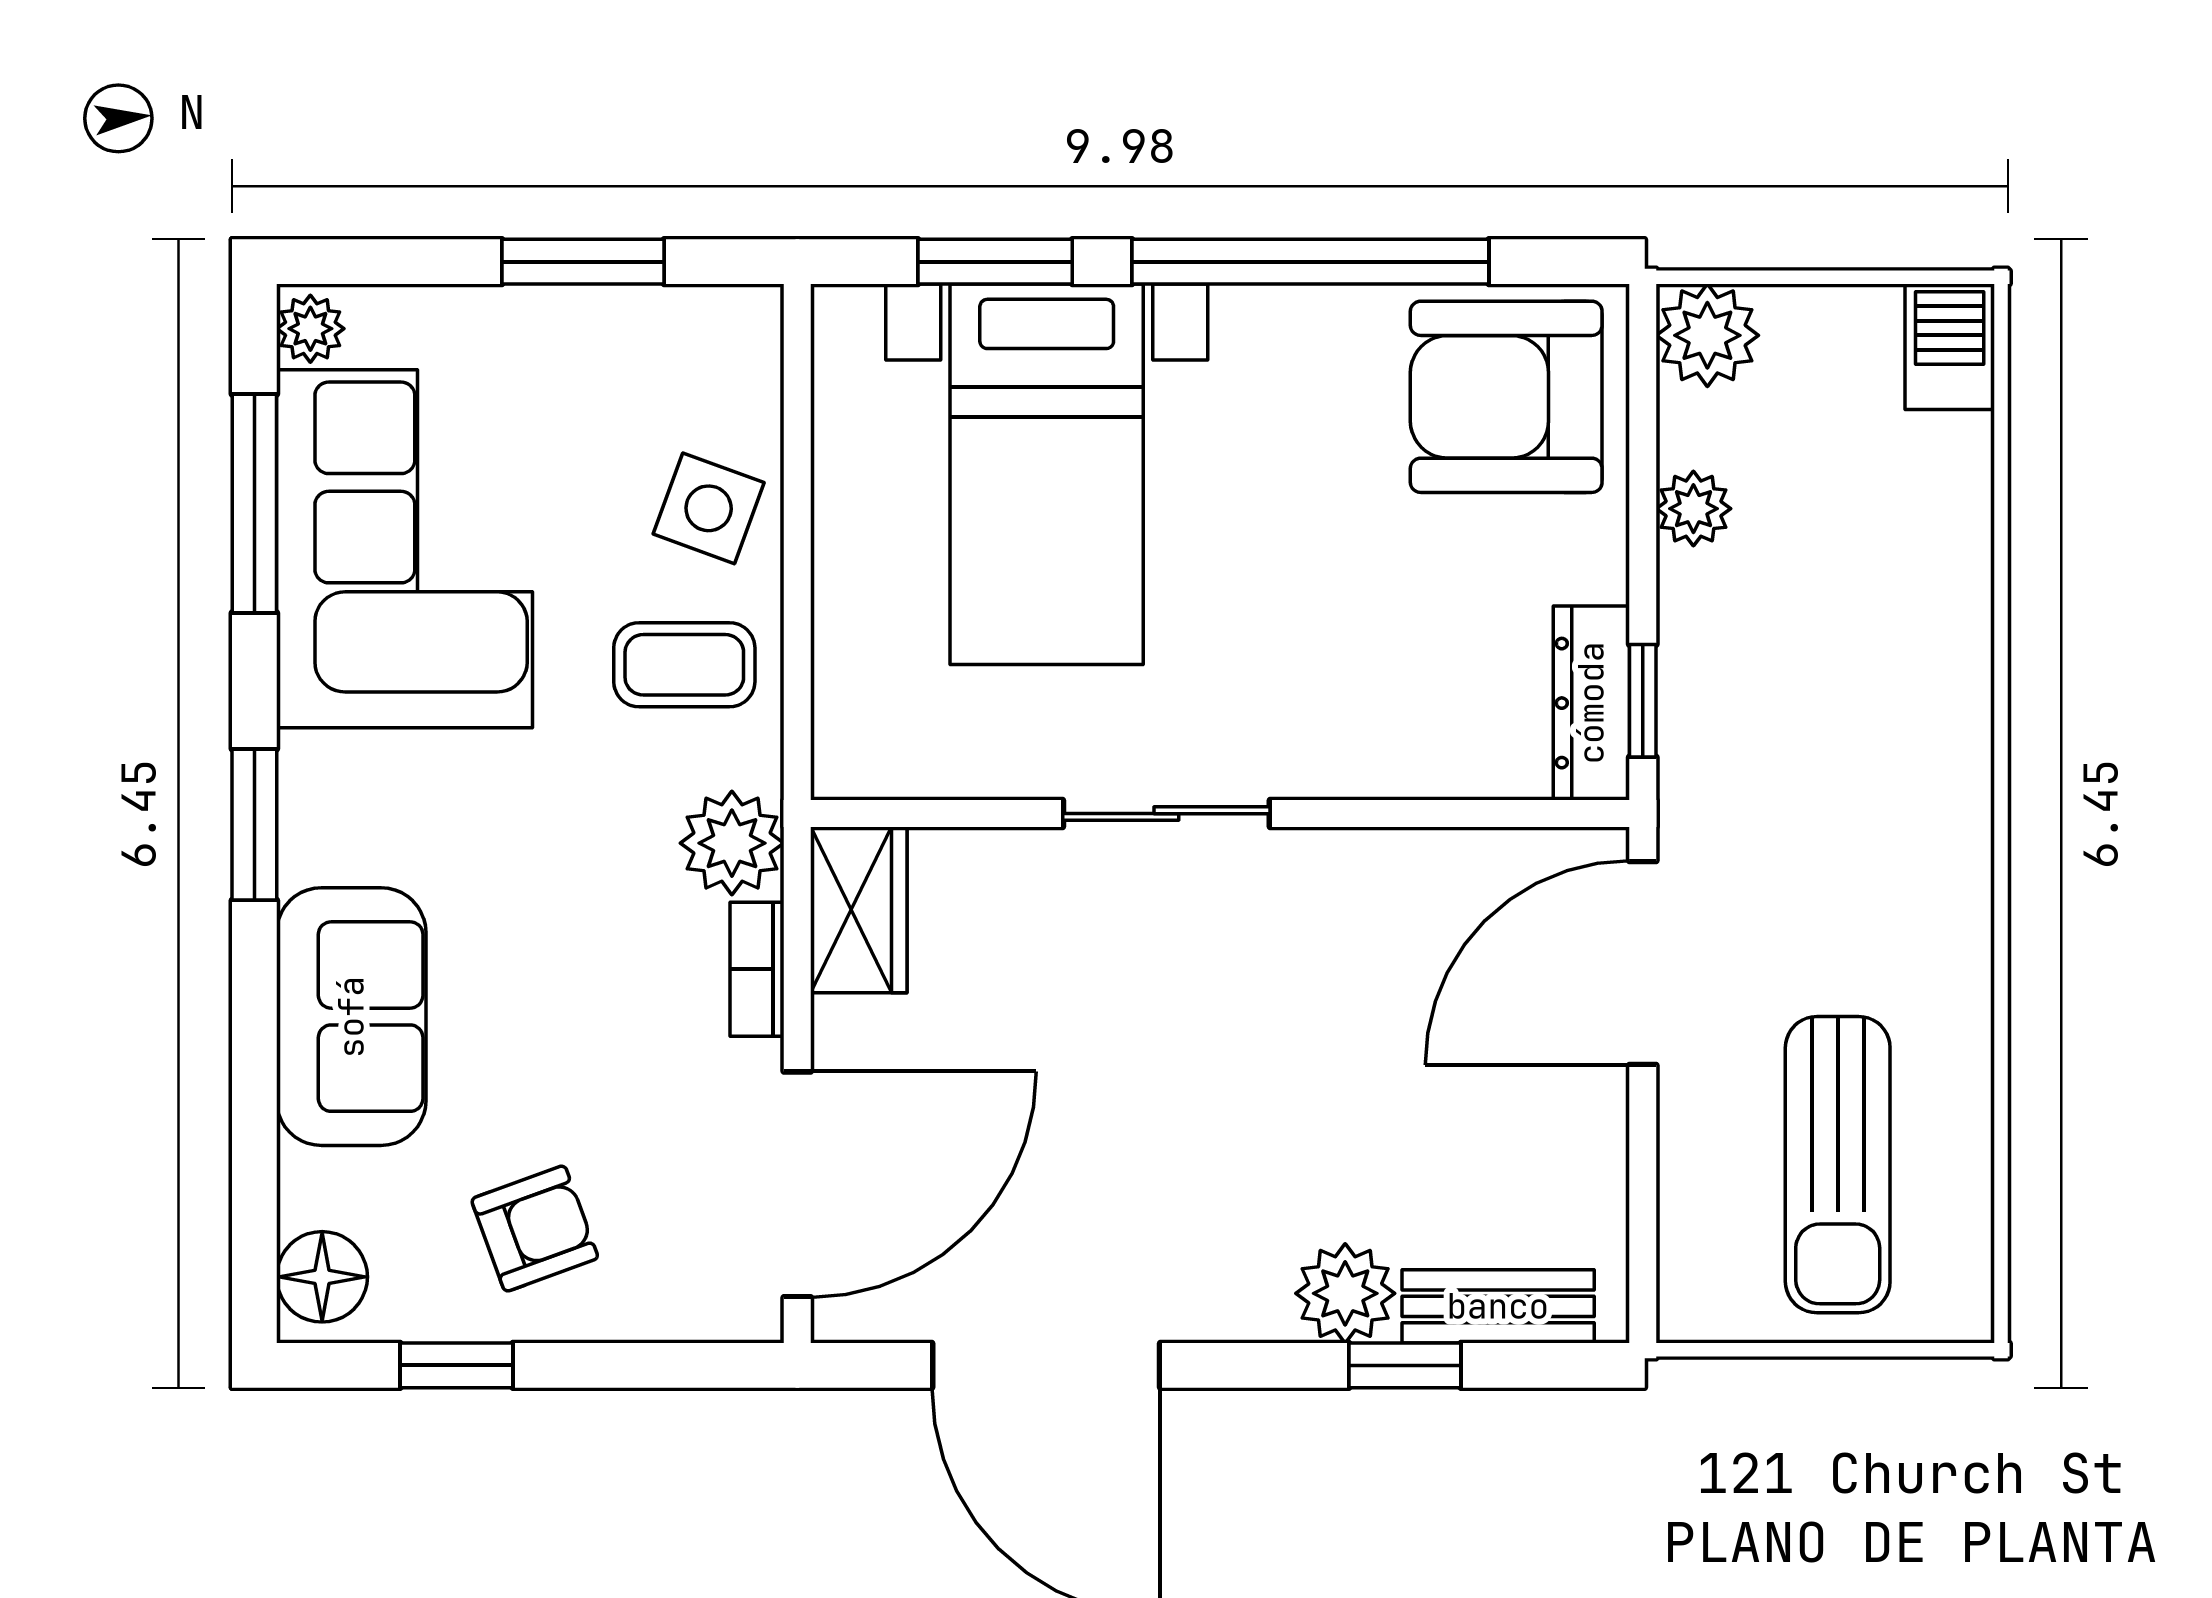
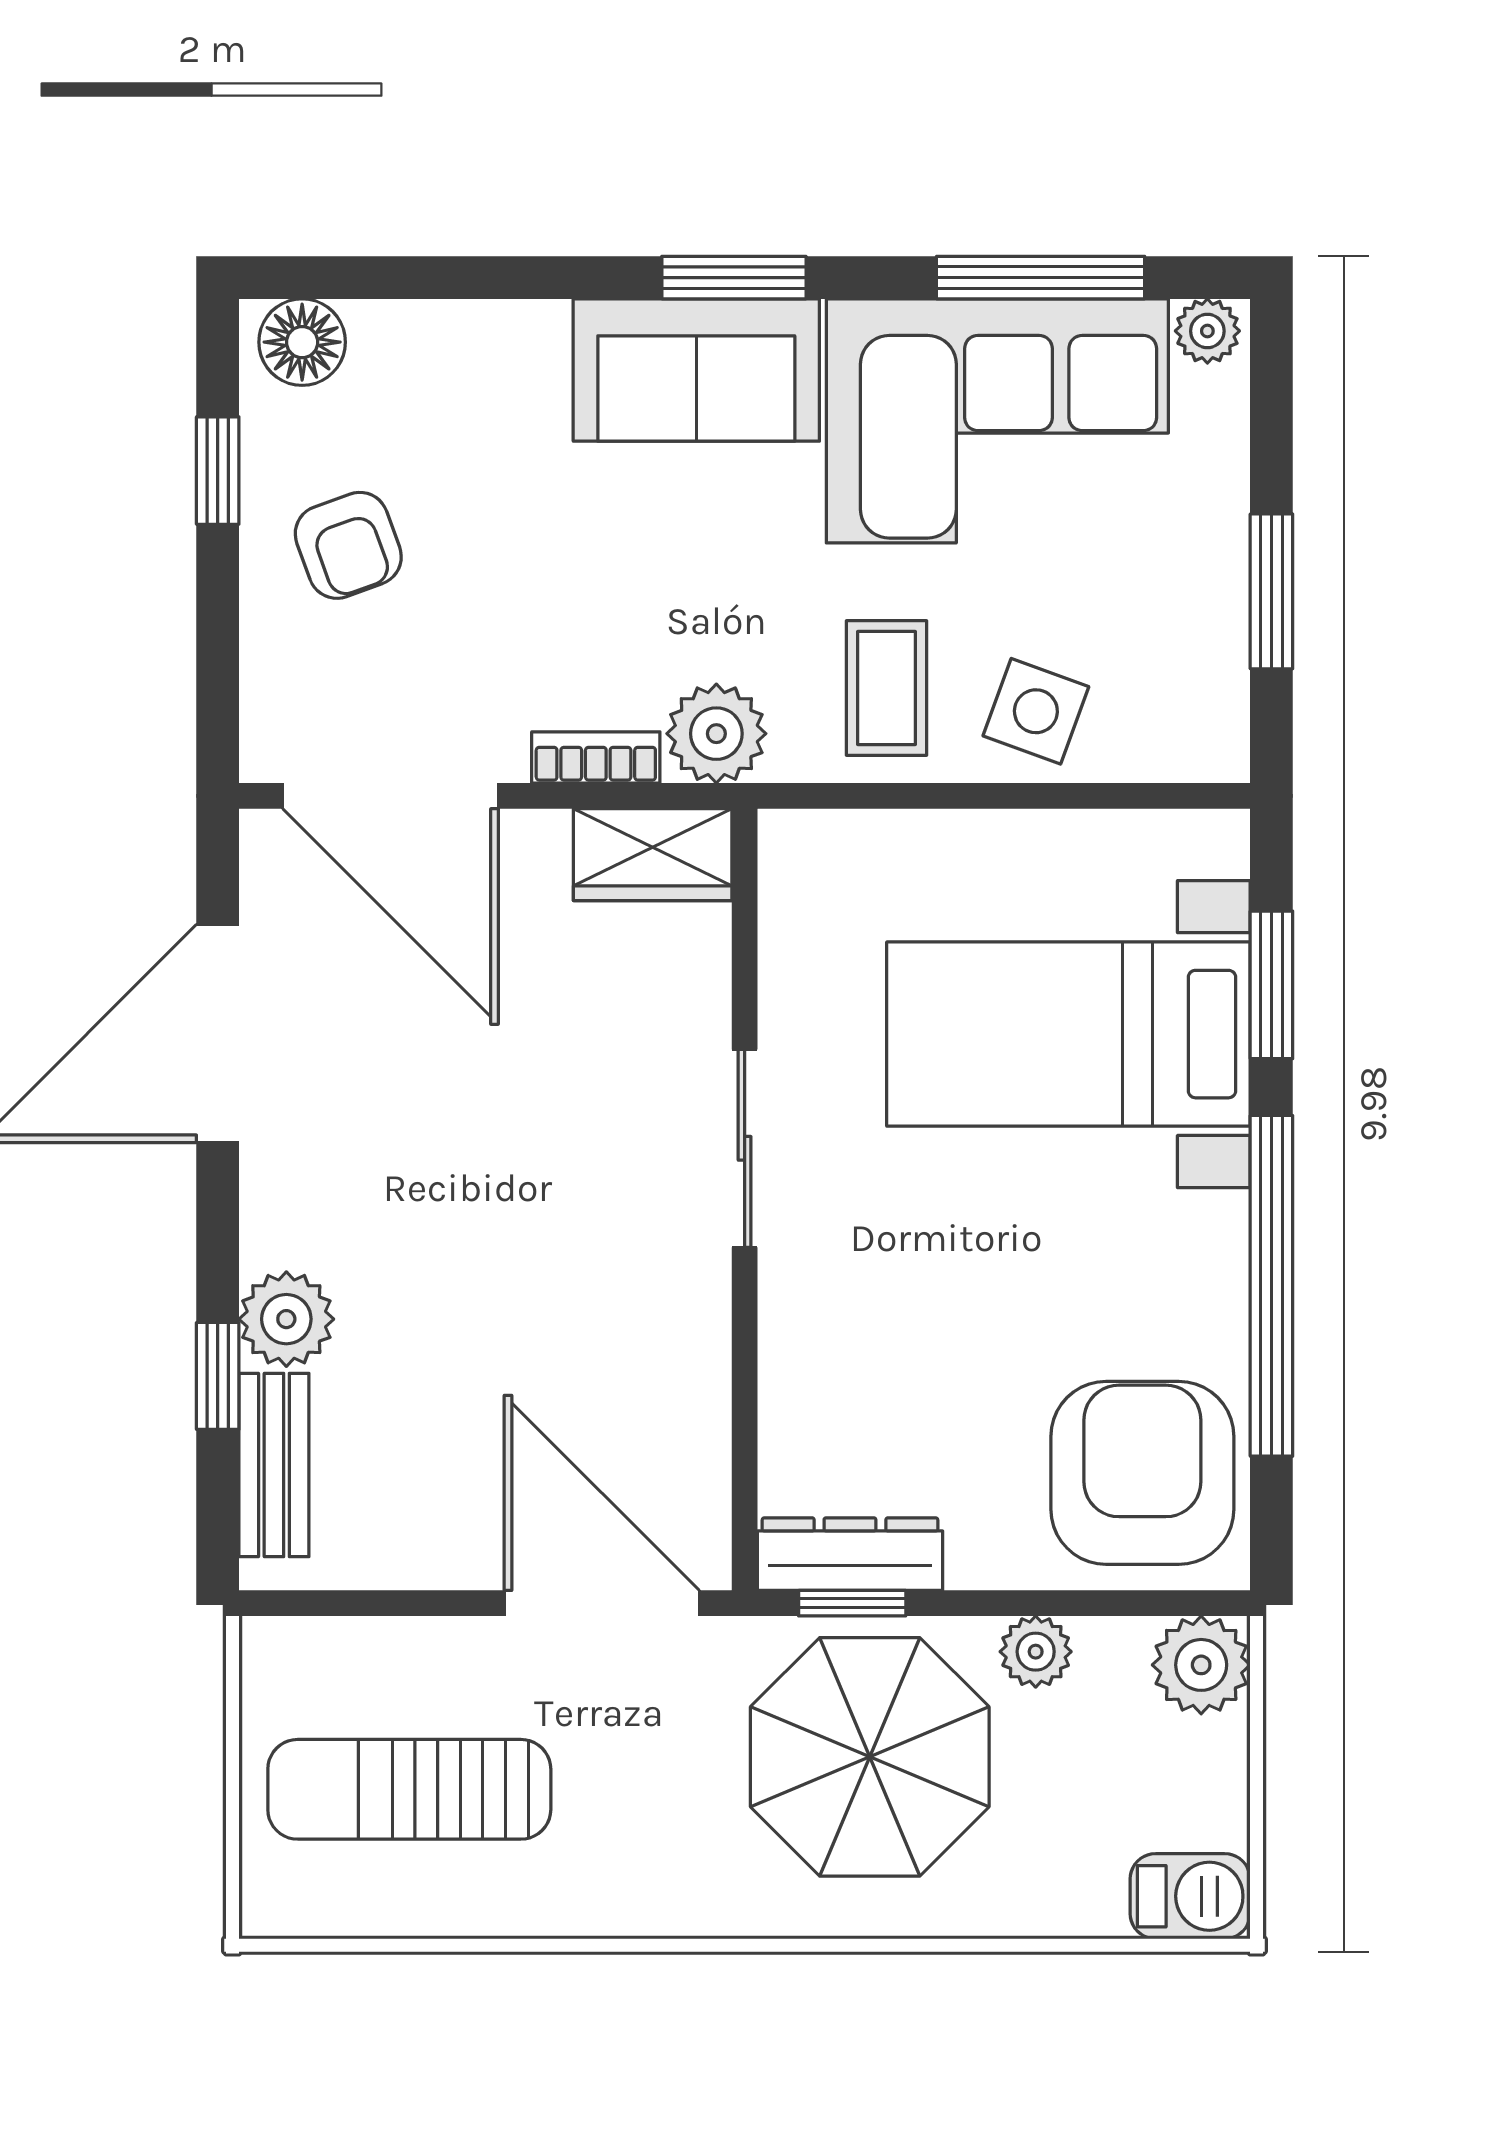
parasol: (1804, 682) -> (870, 1757), added
sofa: (351, 1017) -> (696, 370), moved

